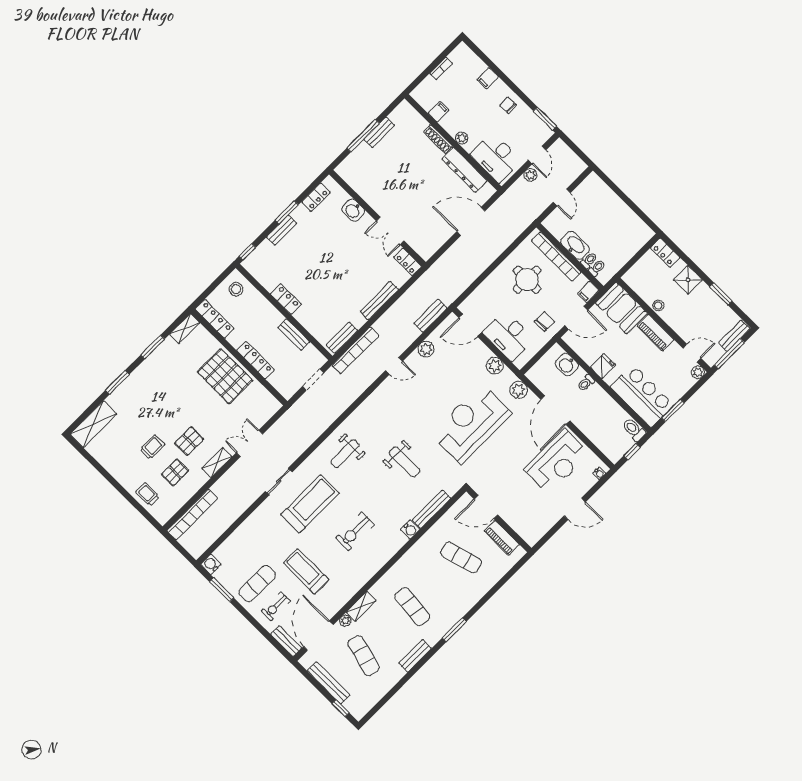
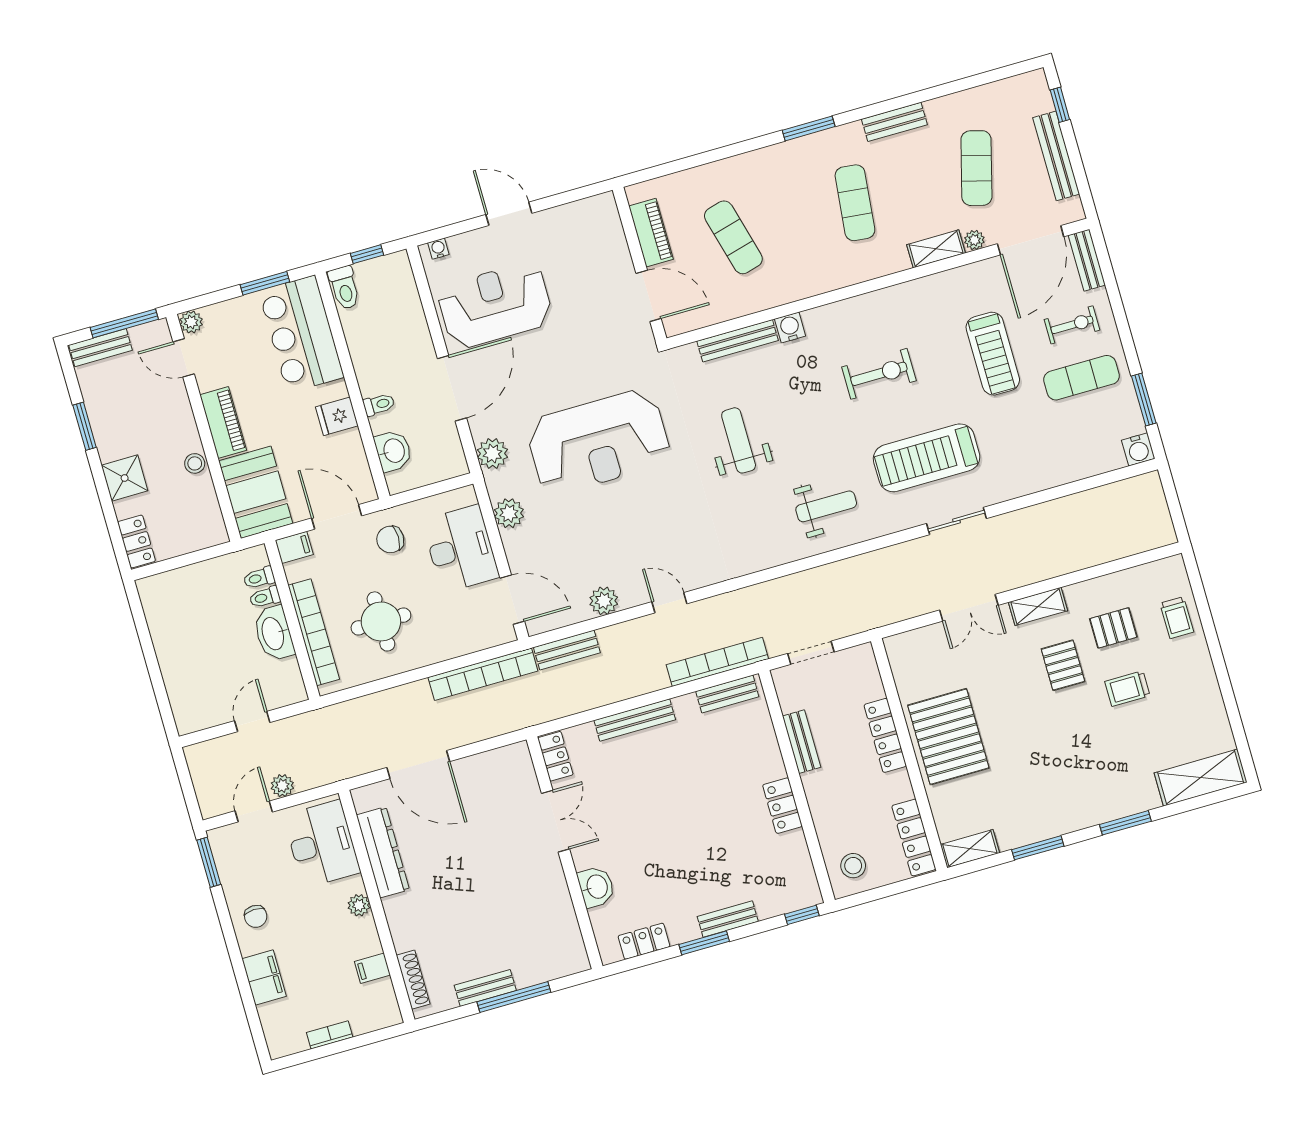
filing cabinet: (488, 78) -> (264, 977), width x2.00
shoe rack: (438, 139) -> (413, 980), moved
pallet: (189, 441) -> (1063, 665), turned 90
bookcase: (192, 515) -> (483, 674), moved, turned 180

